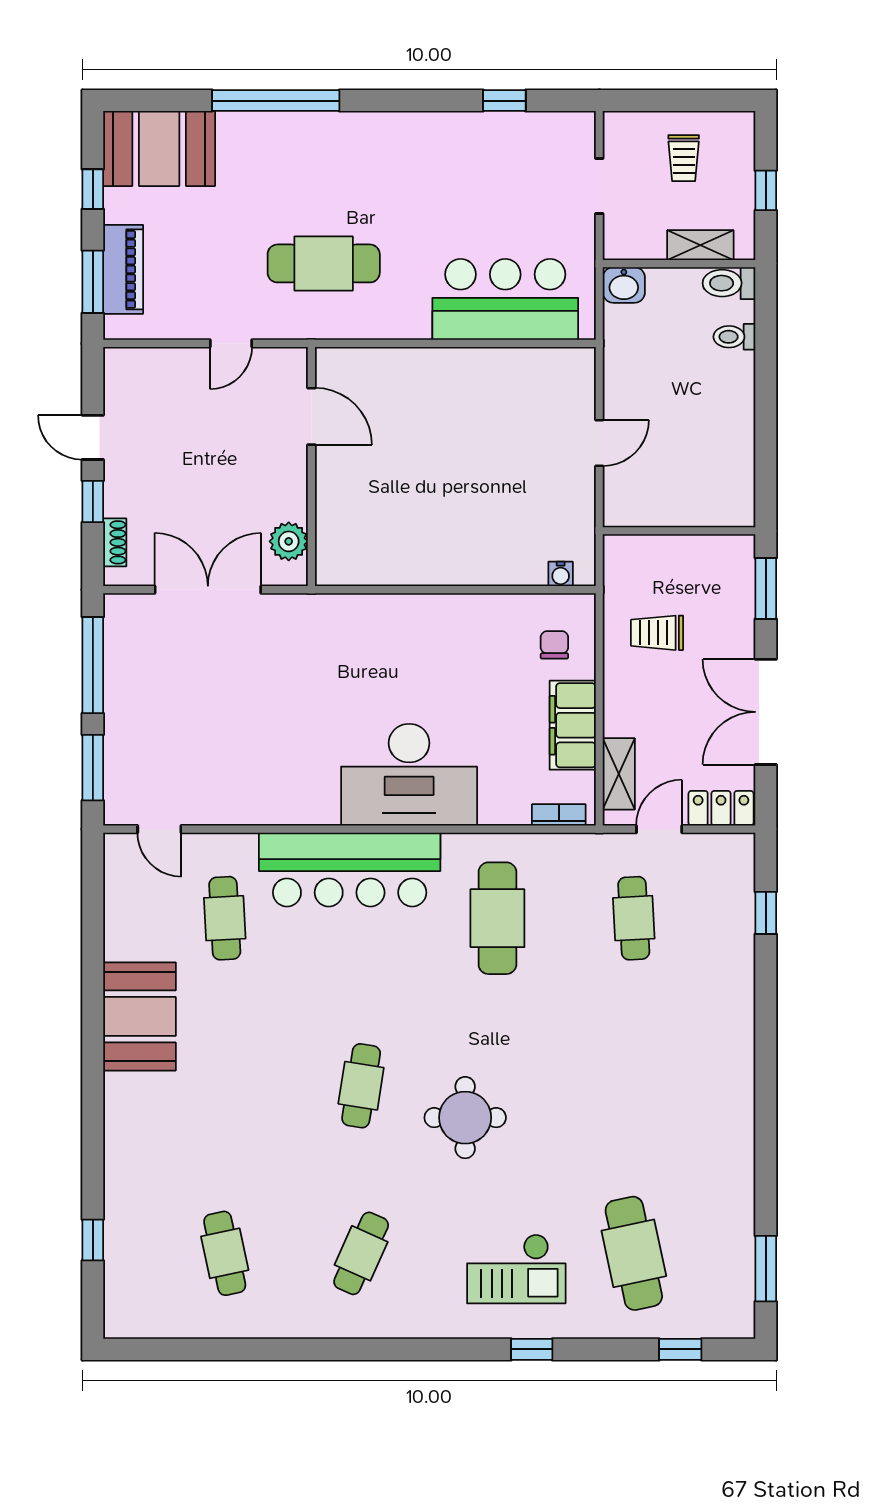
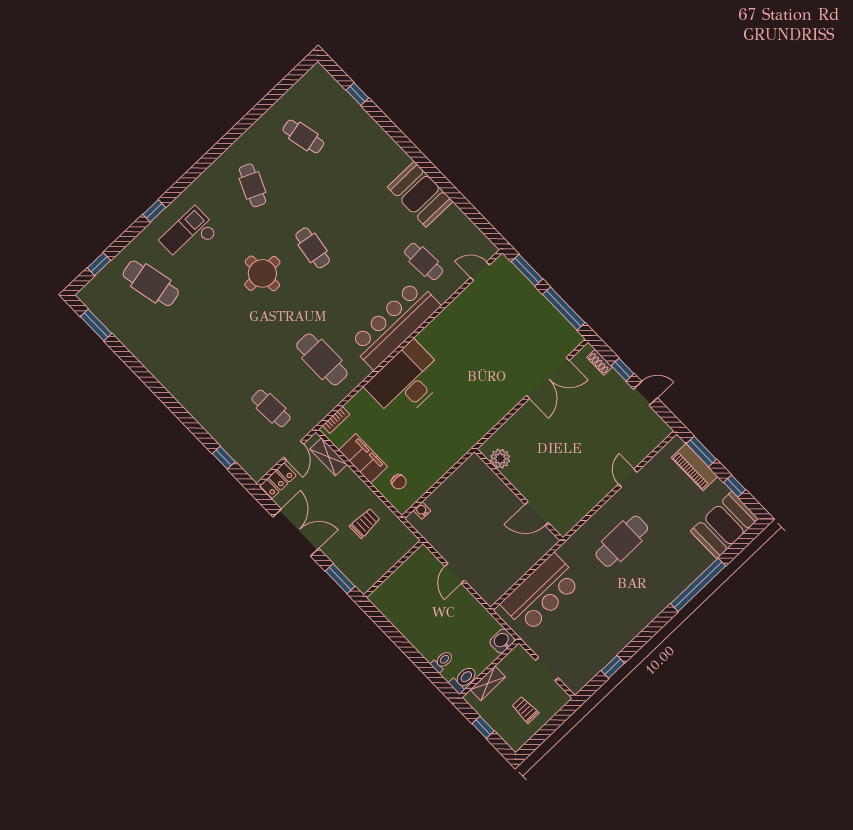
door: (311, 416) -> (537, 513), moved
wall: (311, 467) -> (519, 495), moved
plant: (289, 541) -> (500, 459), moved

